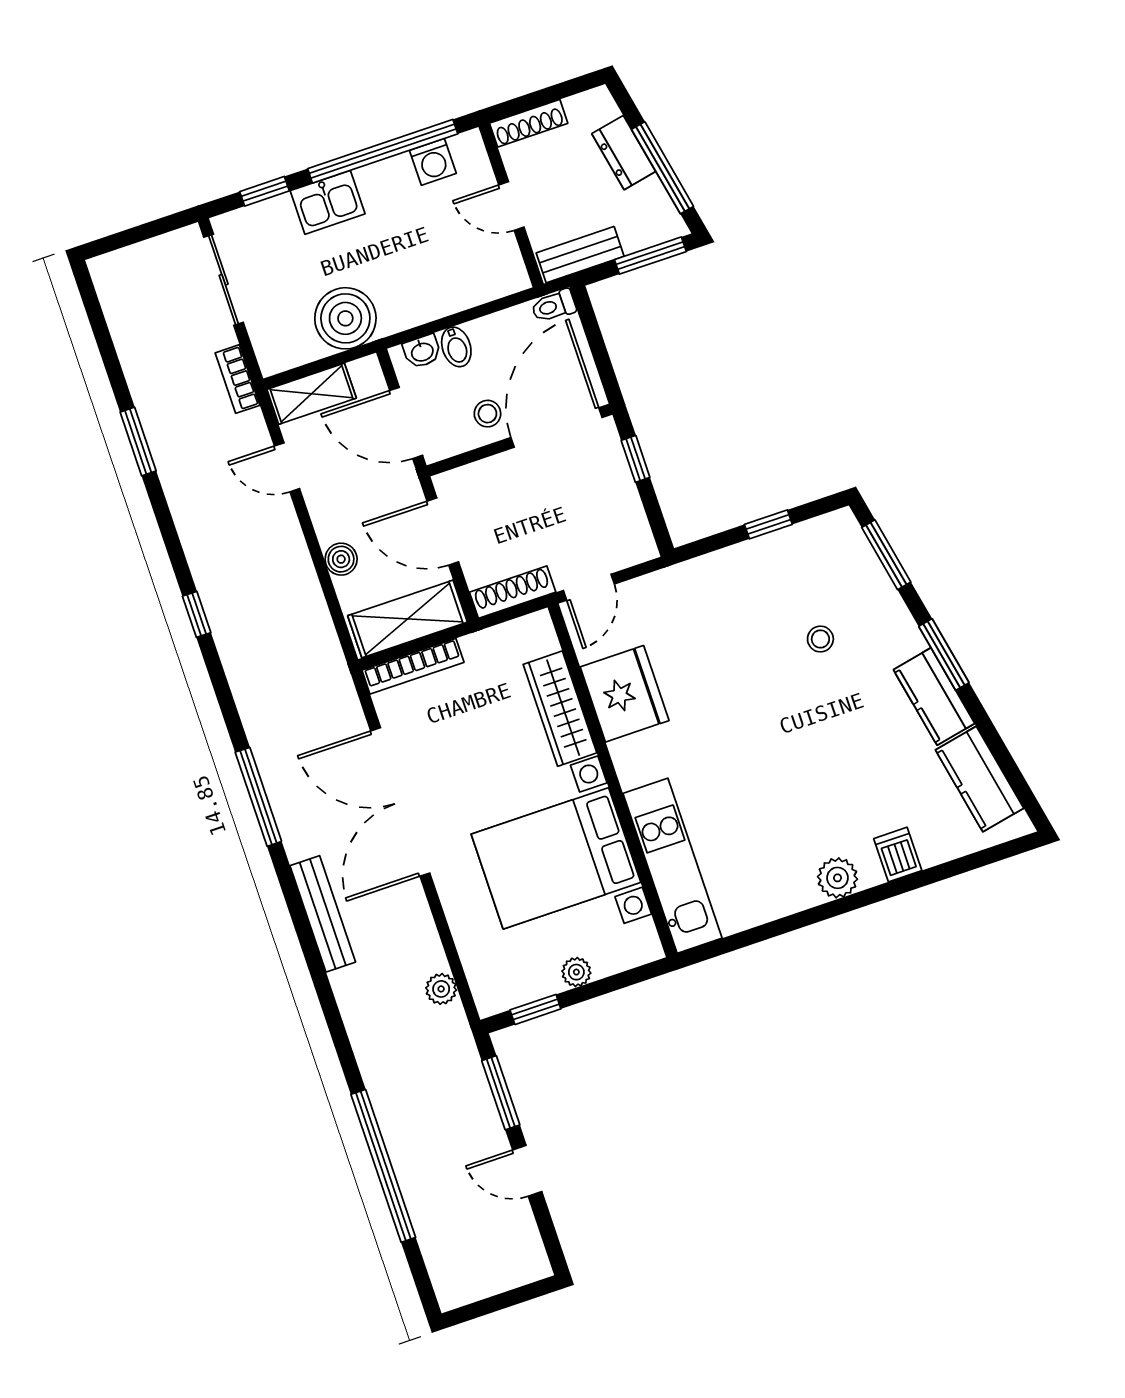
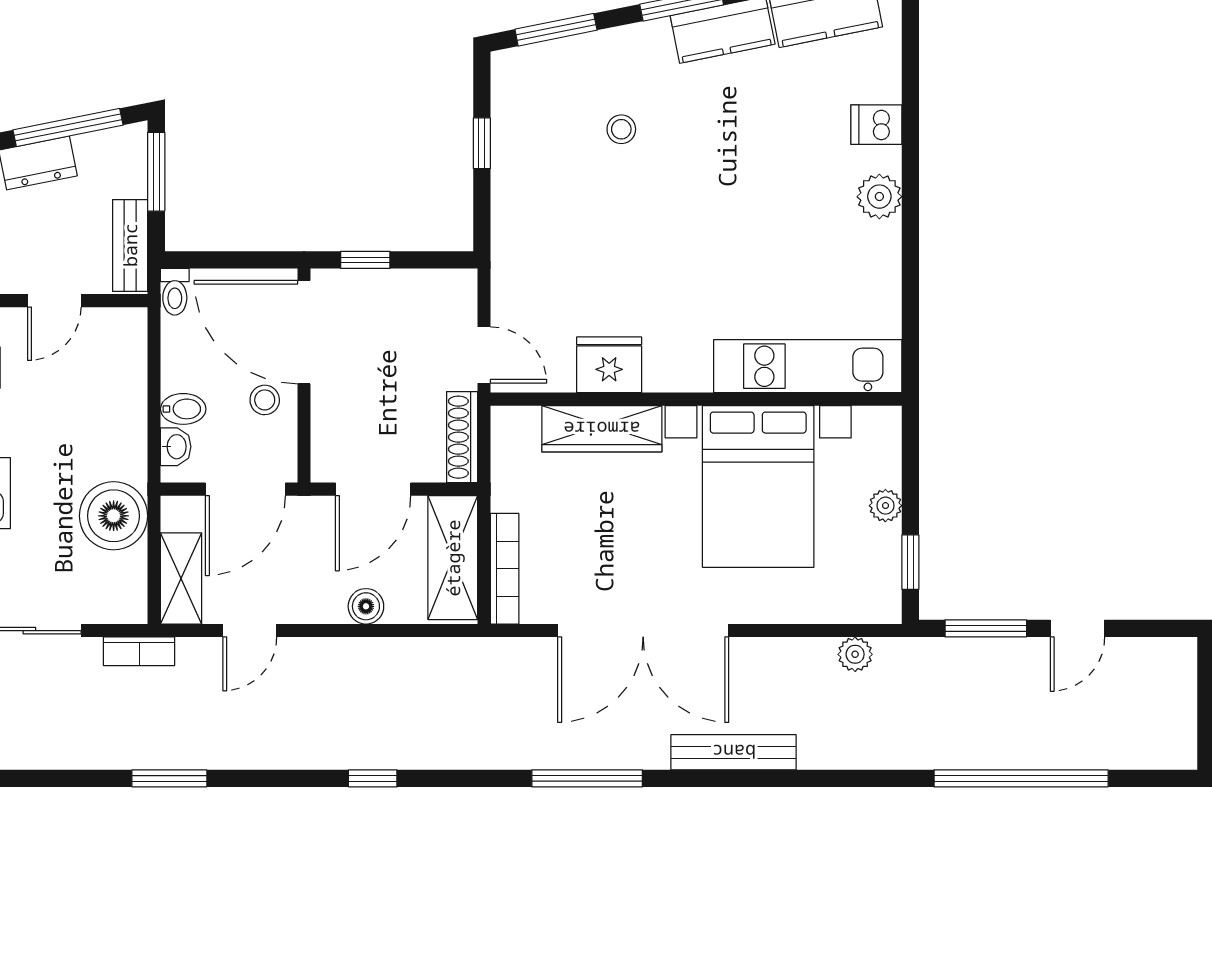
fridge: (625, 694) -> (609, 365), width x0.73, depth x0.75

